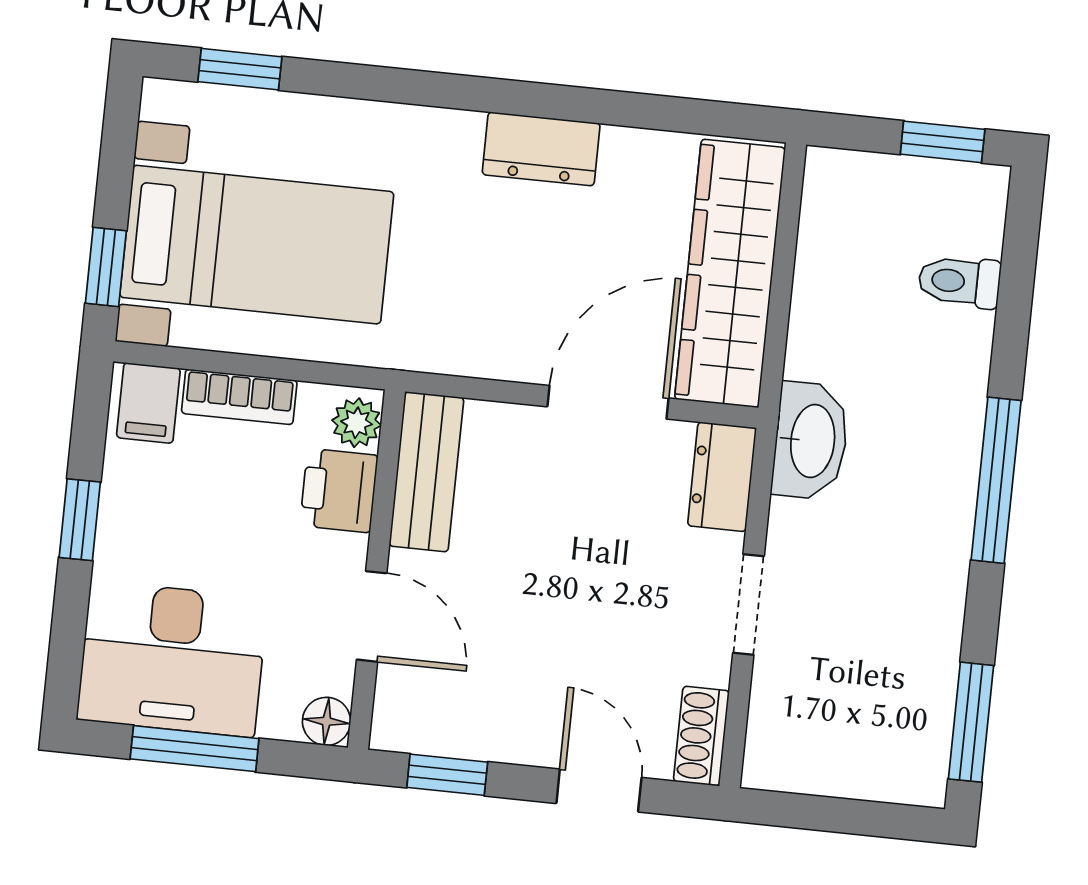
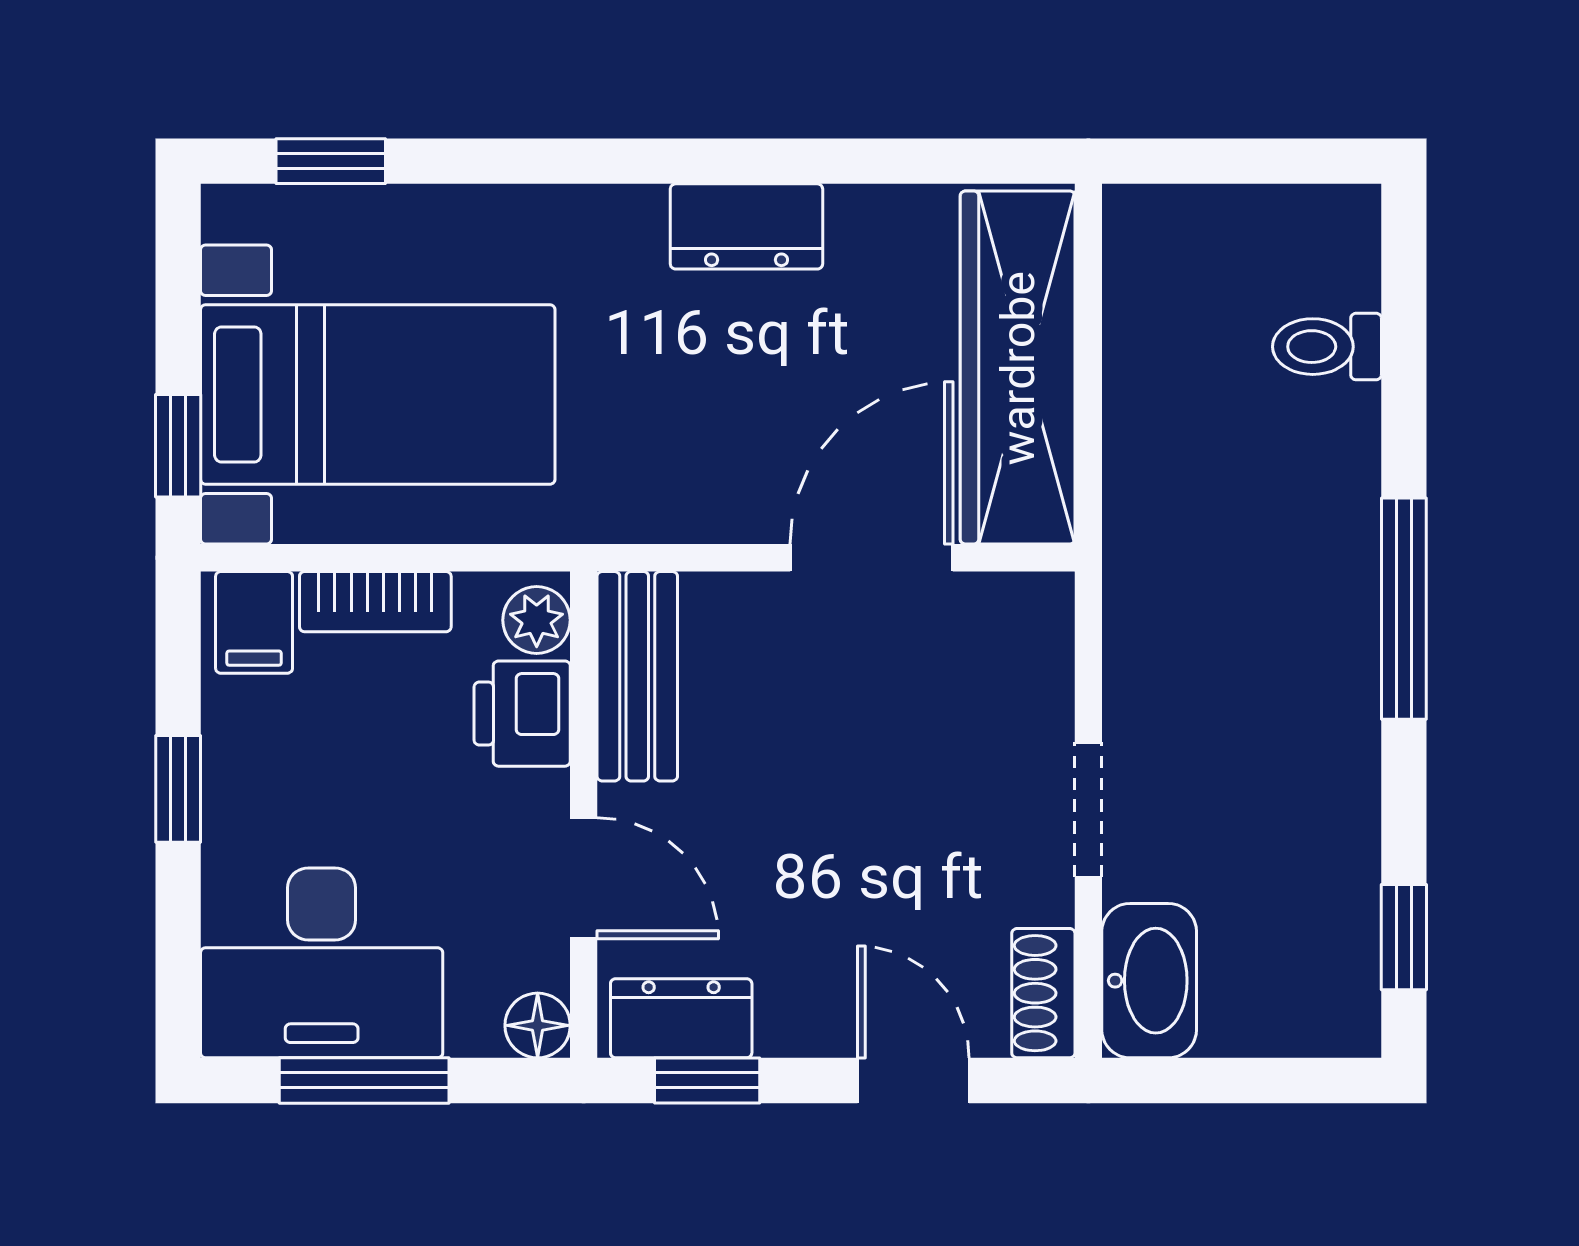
window: (943, 142) -> (1285, 161), removed
washbasin: (811, 441) -> (1149, 981), moved
dresser: (722, 477) -> (681, 1018), moved, turned 90
window: (971, 722) -> (1404, 937), width x0.67

